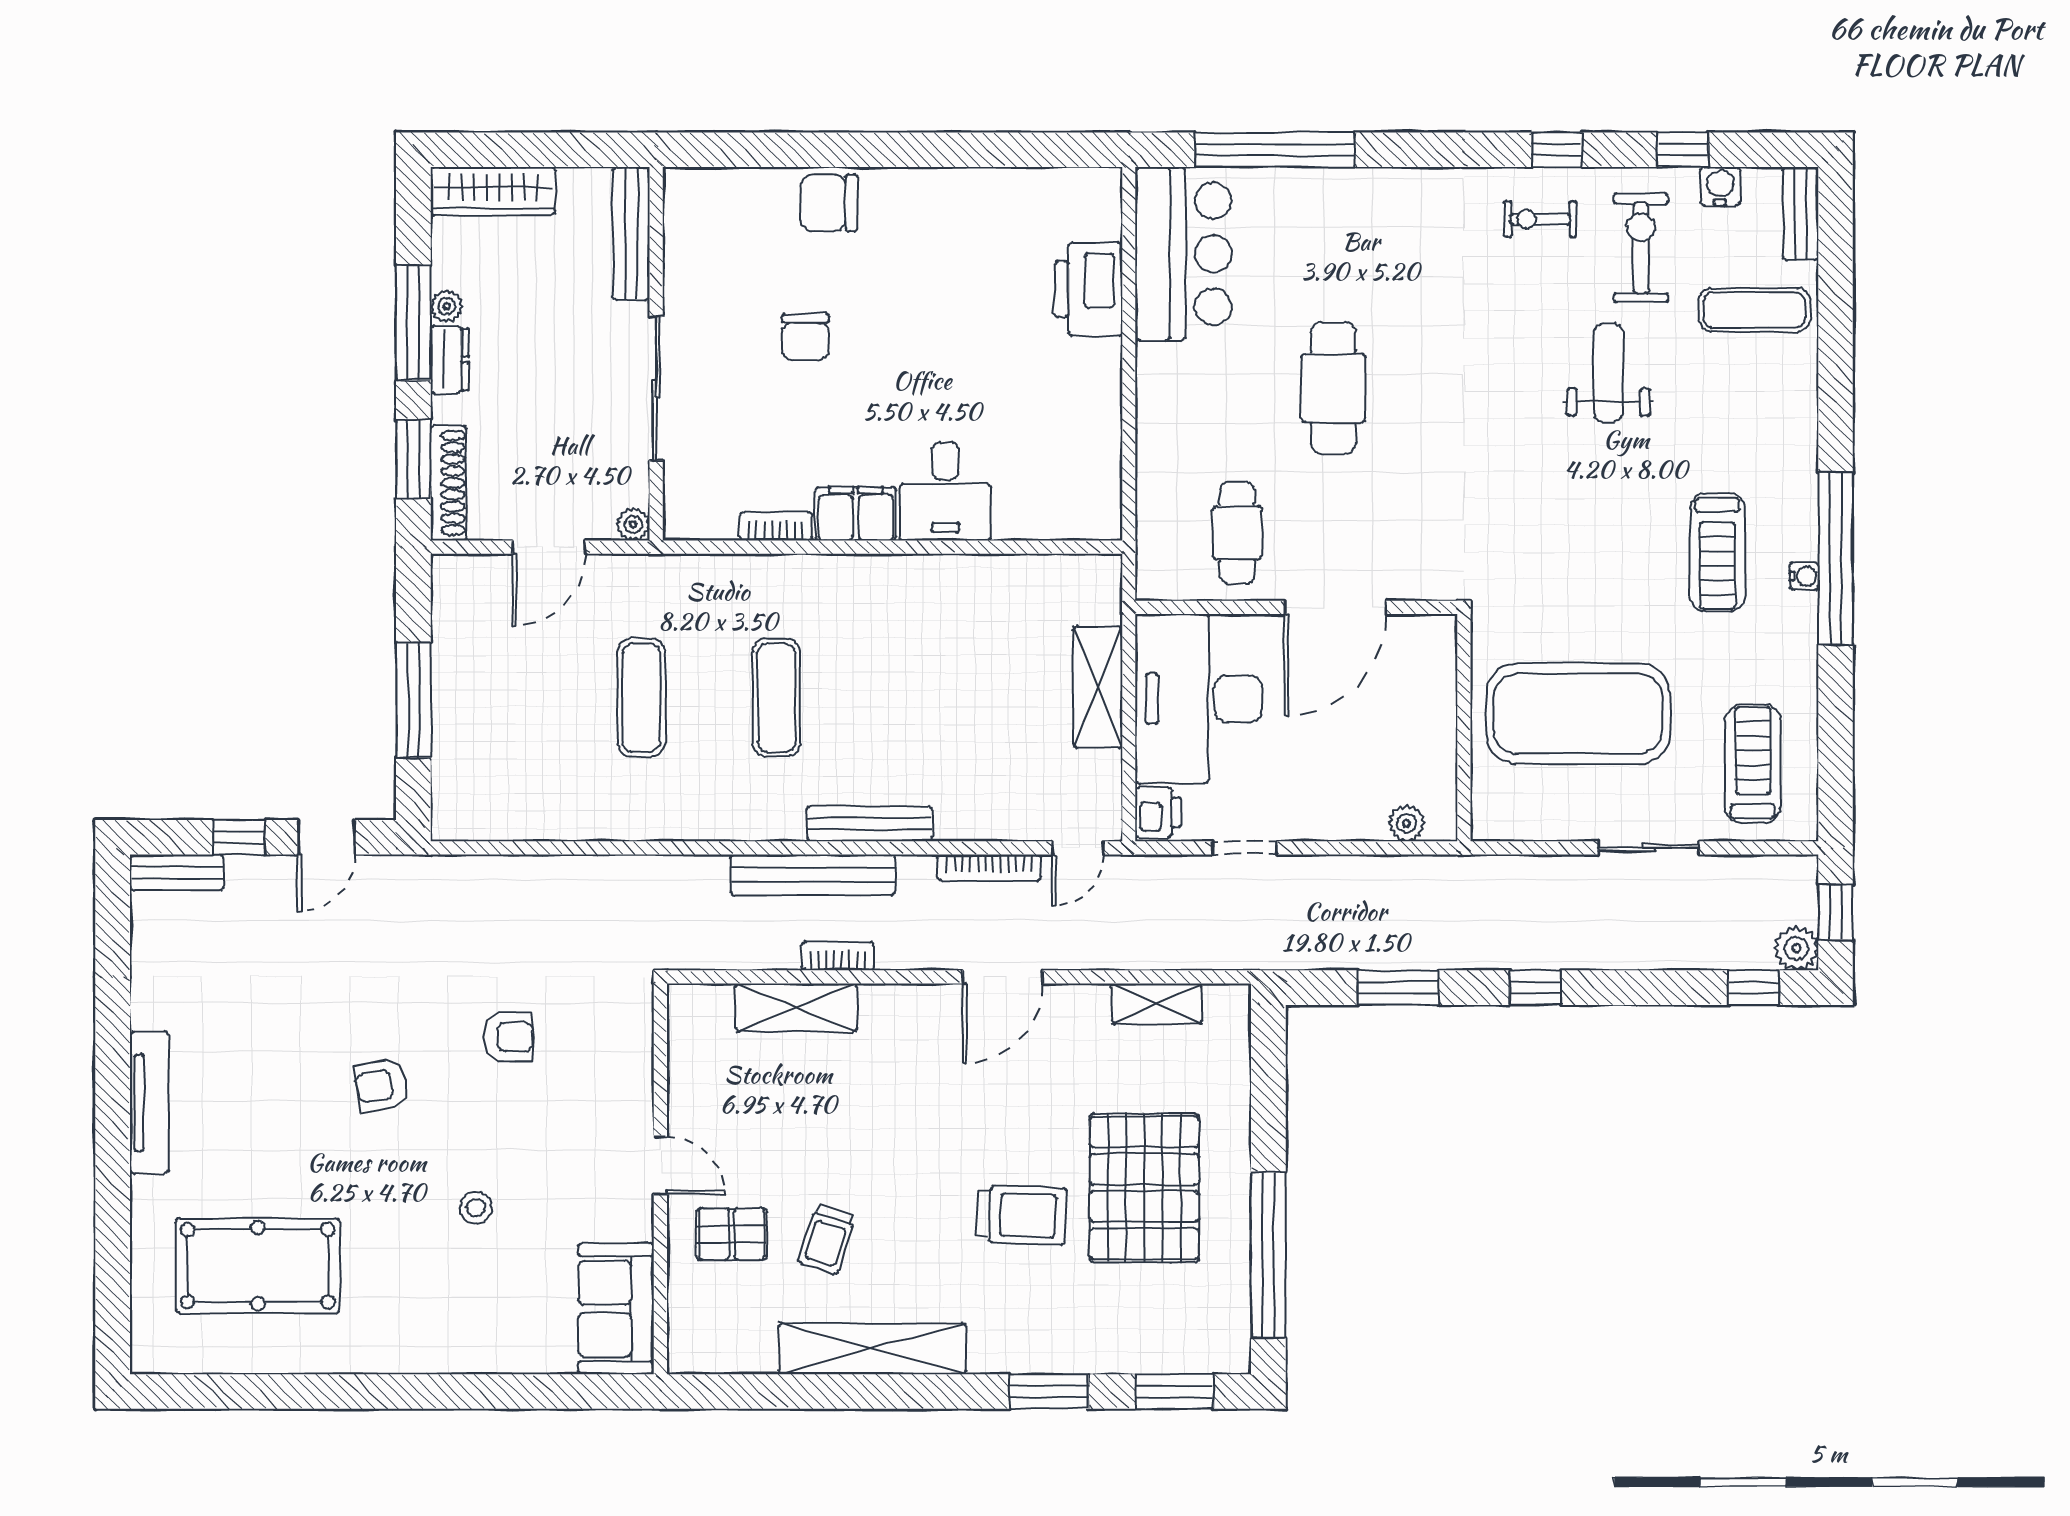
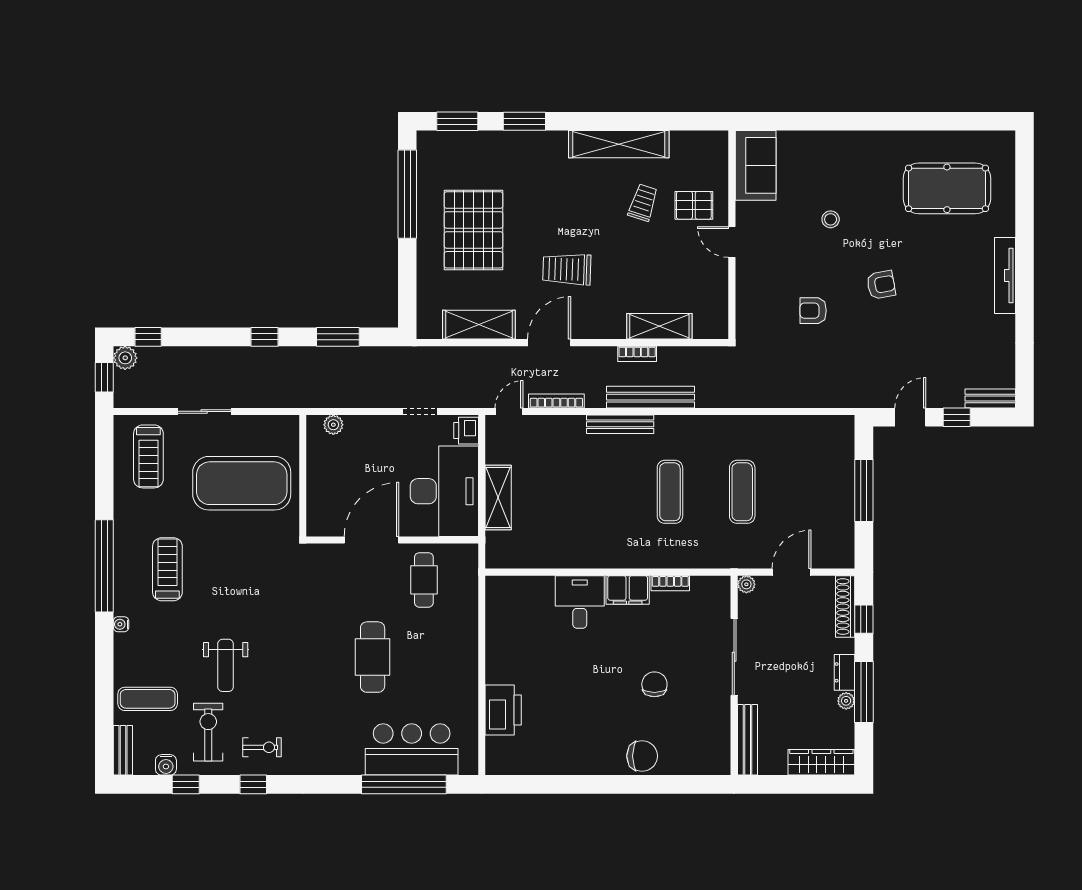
exercise bike: (1641, 248) -> (208, 732), turned 180
bar counter: (1183, 254) -> (412, 749), moved, turned 90
window: (413, 459) -> (864, 619), width x0.67
water cooler: (1804, 576) -> (121, 624), moved
shelving: (1157, 1004) -> (479, 325), width x1.50, depth x1.33
trolley: (1022, 1215) -> (567, 269), moved

